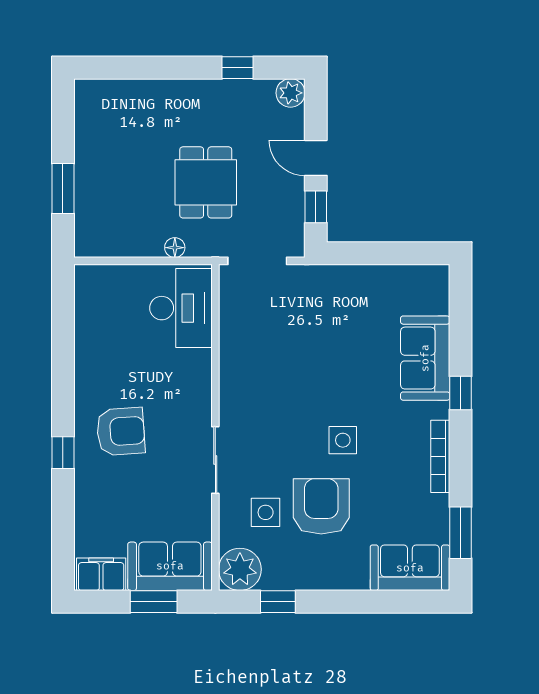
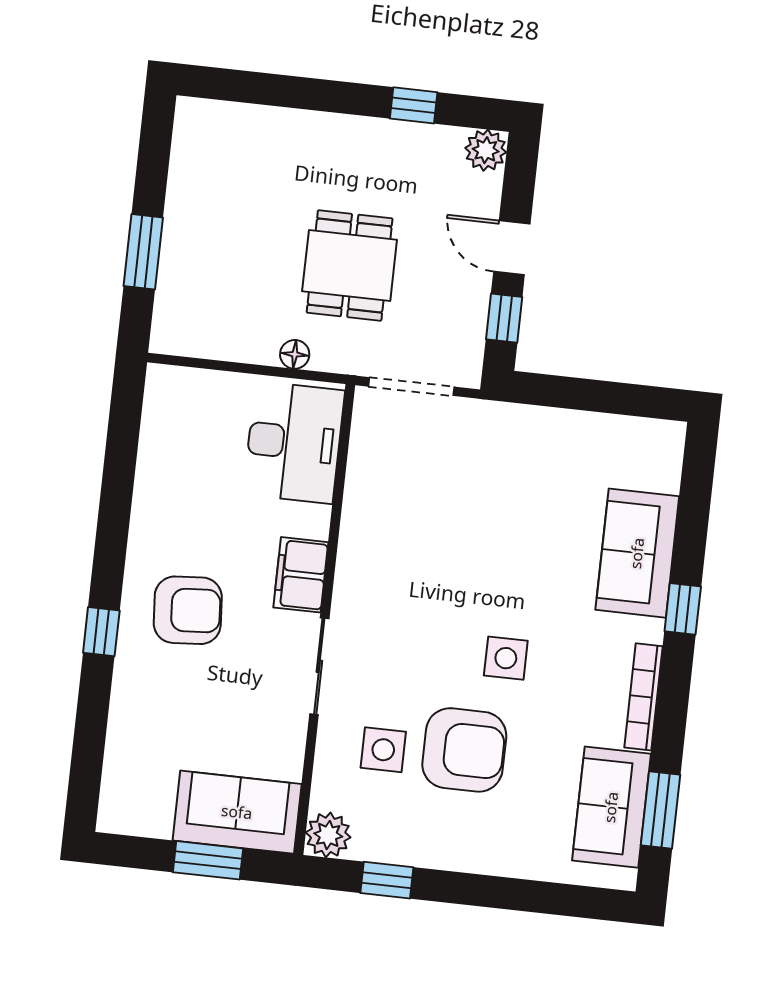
armchair: (321, 506) -> (464, 750), turned 90
sofa: (410, 568) -> (611, 807), moved, turned -90
plant: (240, 569) -> (328, 835), width x0.73, depth x0.73
filing cabinet: (101, 574) -> (301, 575), moved, turned -90

